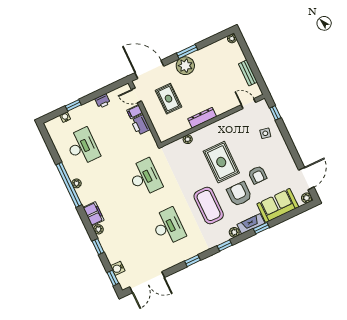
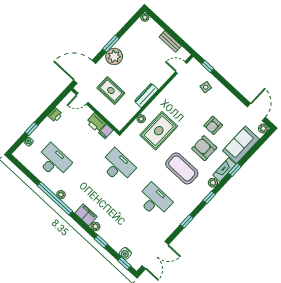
filing cabinet: (135, 112) -> (106, 131), moved
rug: (221, 162) -> (159, 131), moved, turned 90
armchair: (257, 175) -> (213, 125), turned 90

